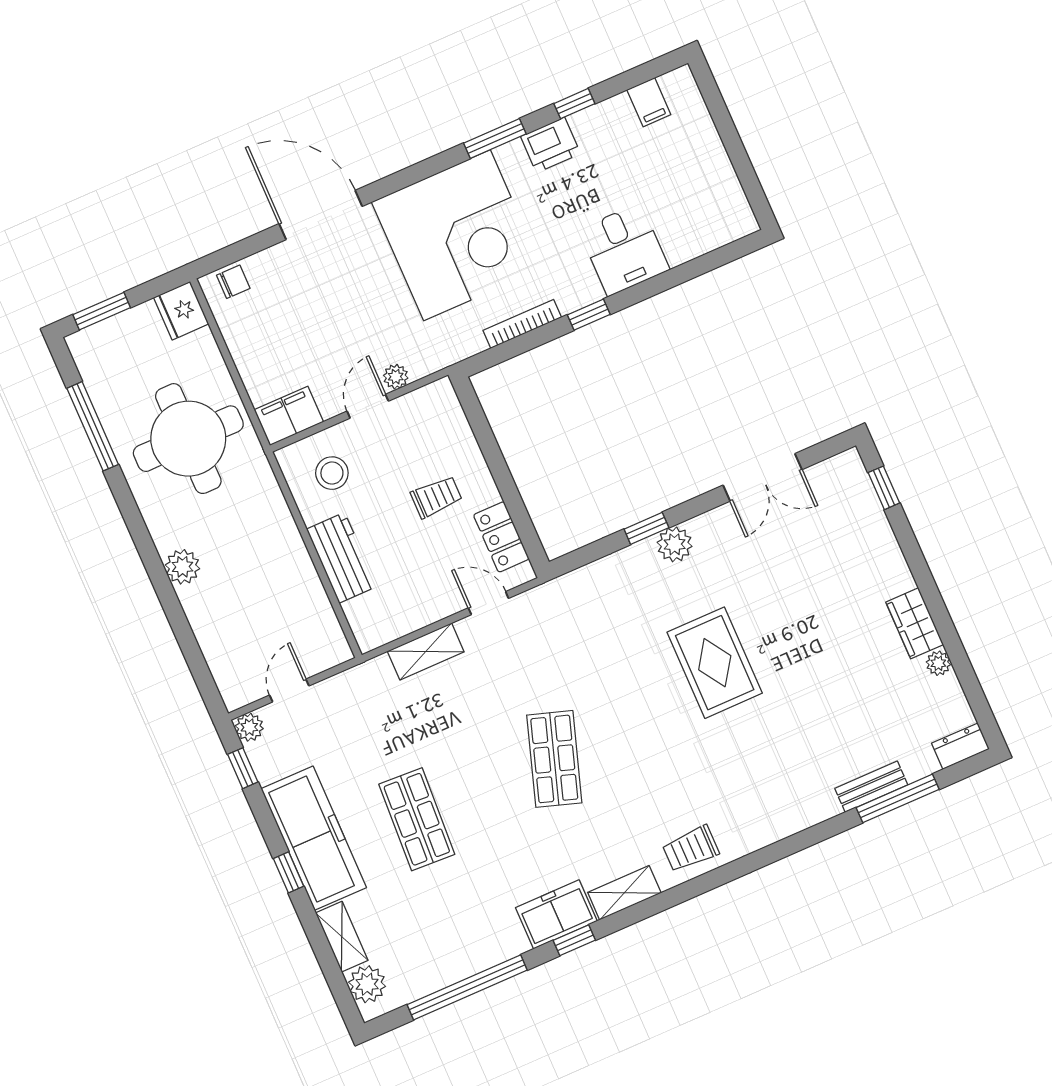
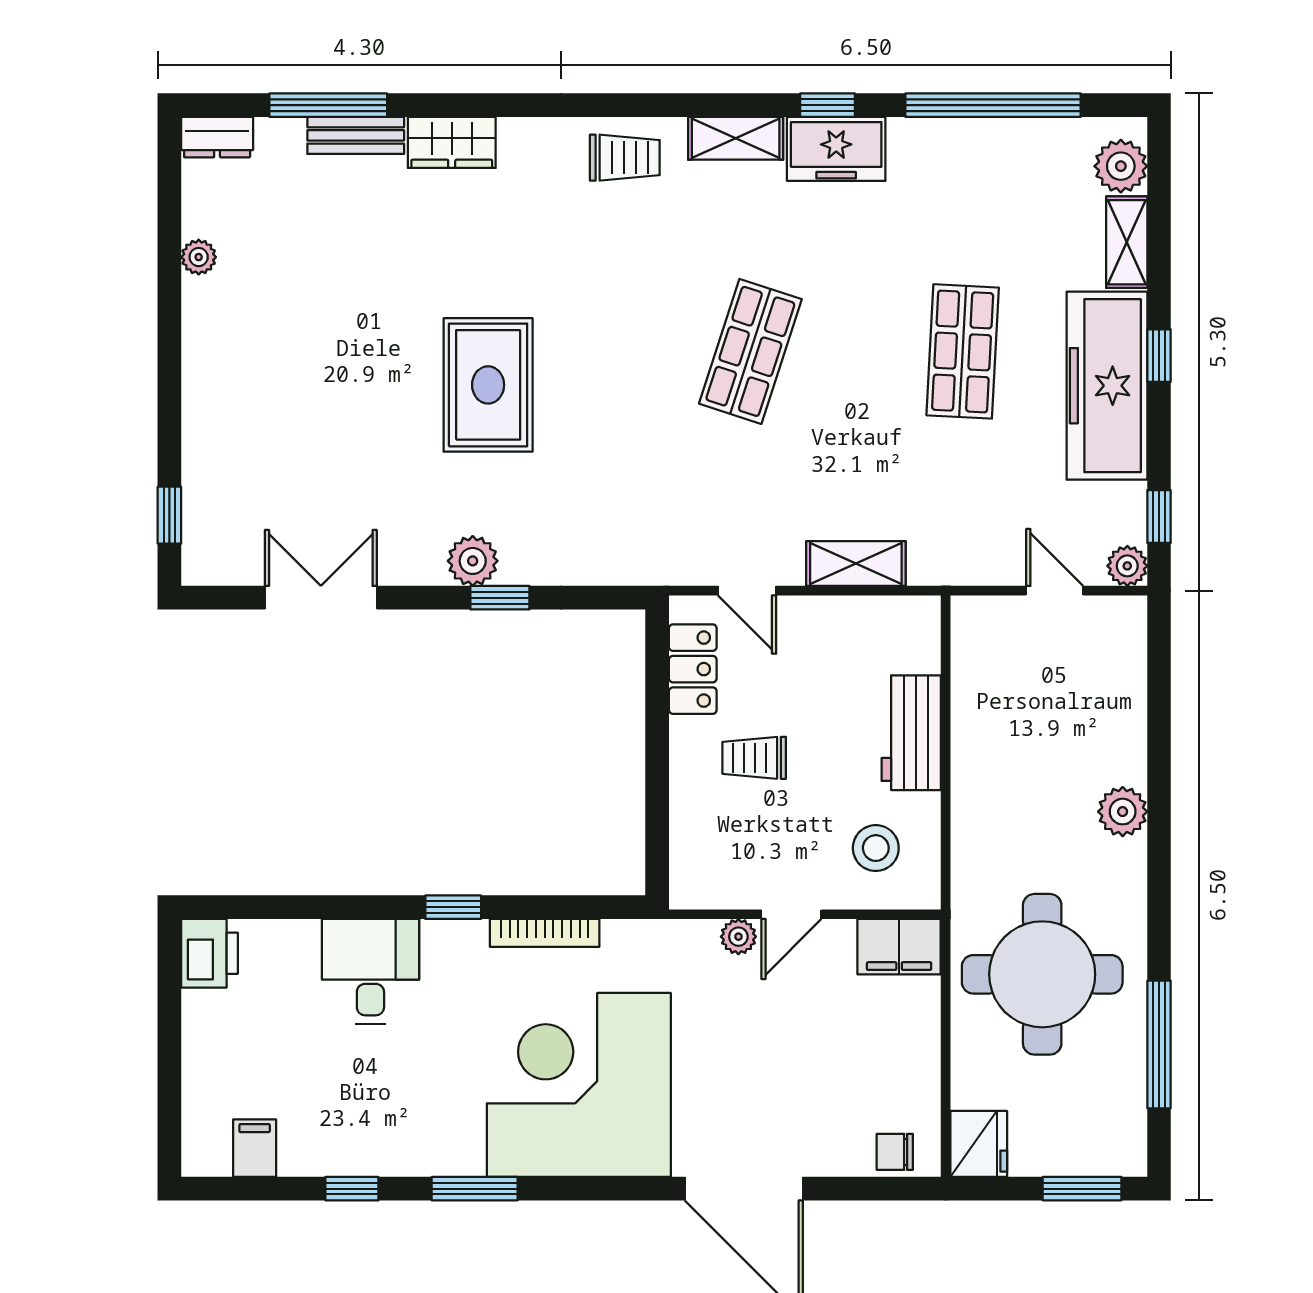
printer: (551, 145) -> (210, 953), moved, turned 90
wardrobe: (915, 623) -> (452, 142), moved, turned 90
door: (289, 691) -> (1055, 591), swing flipped

